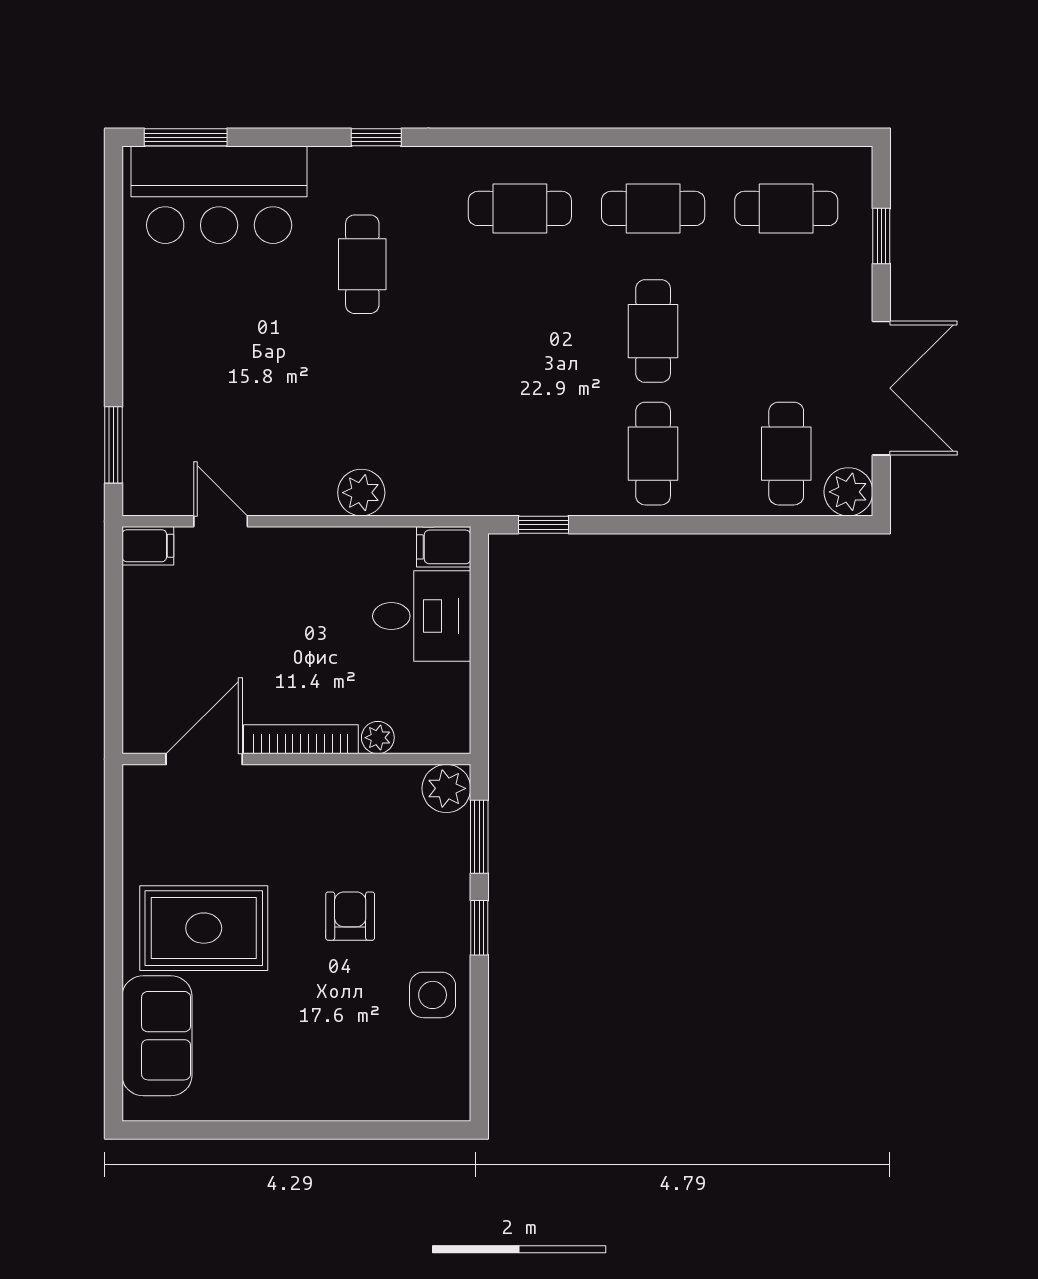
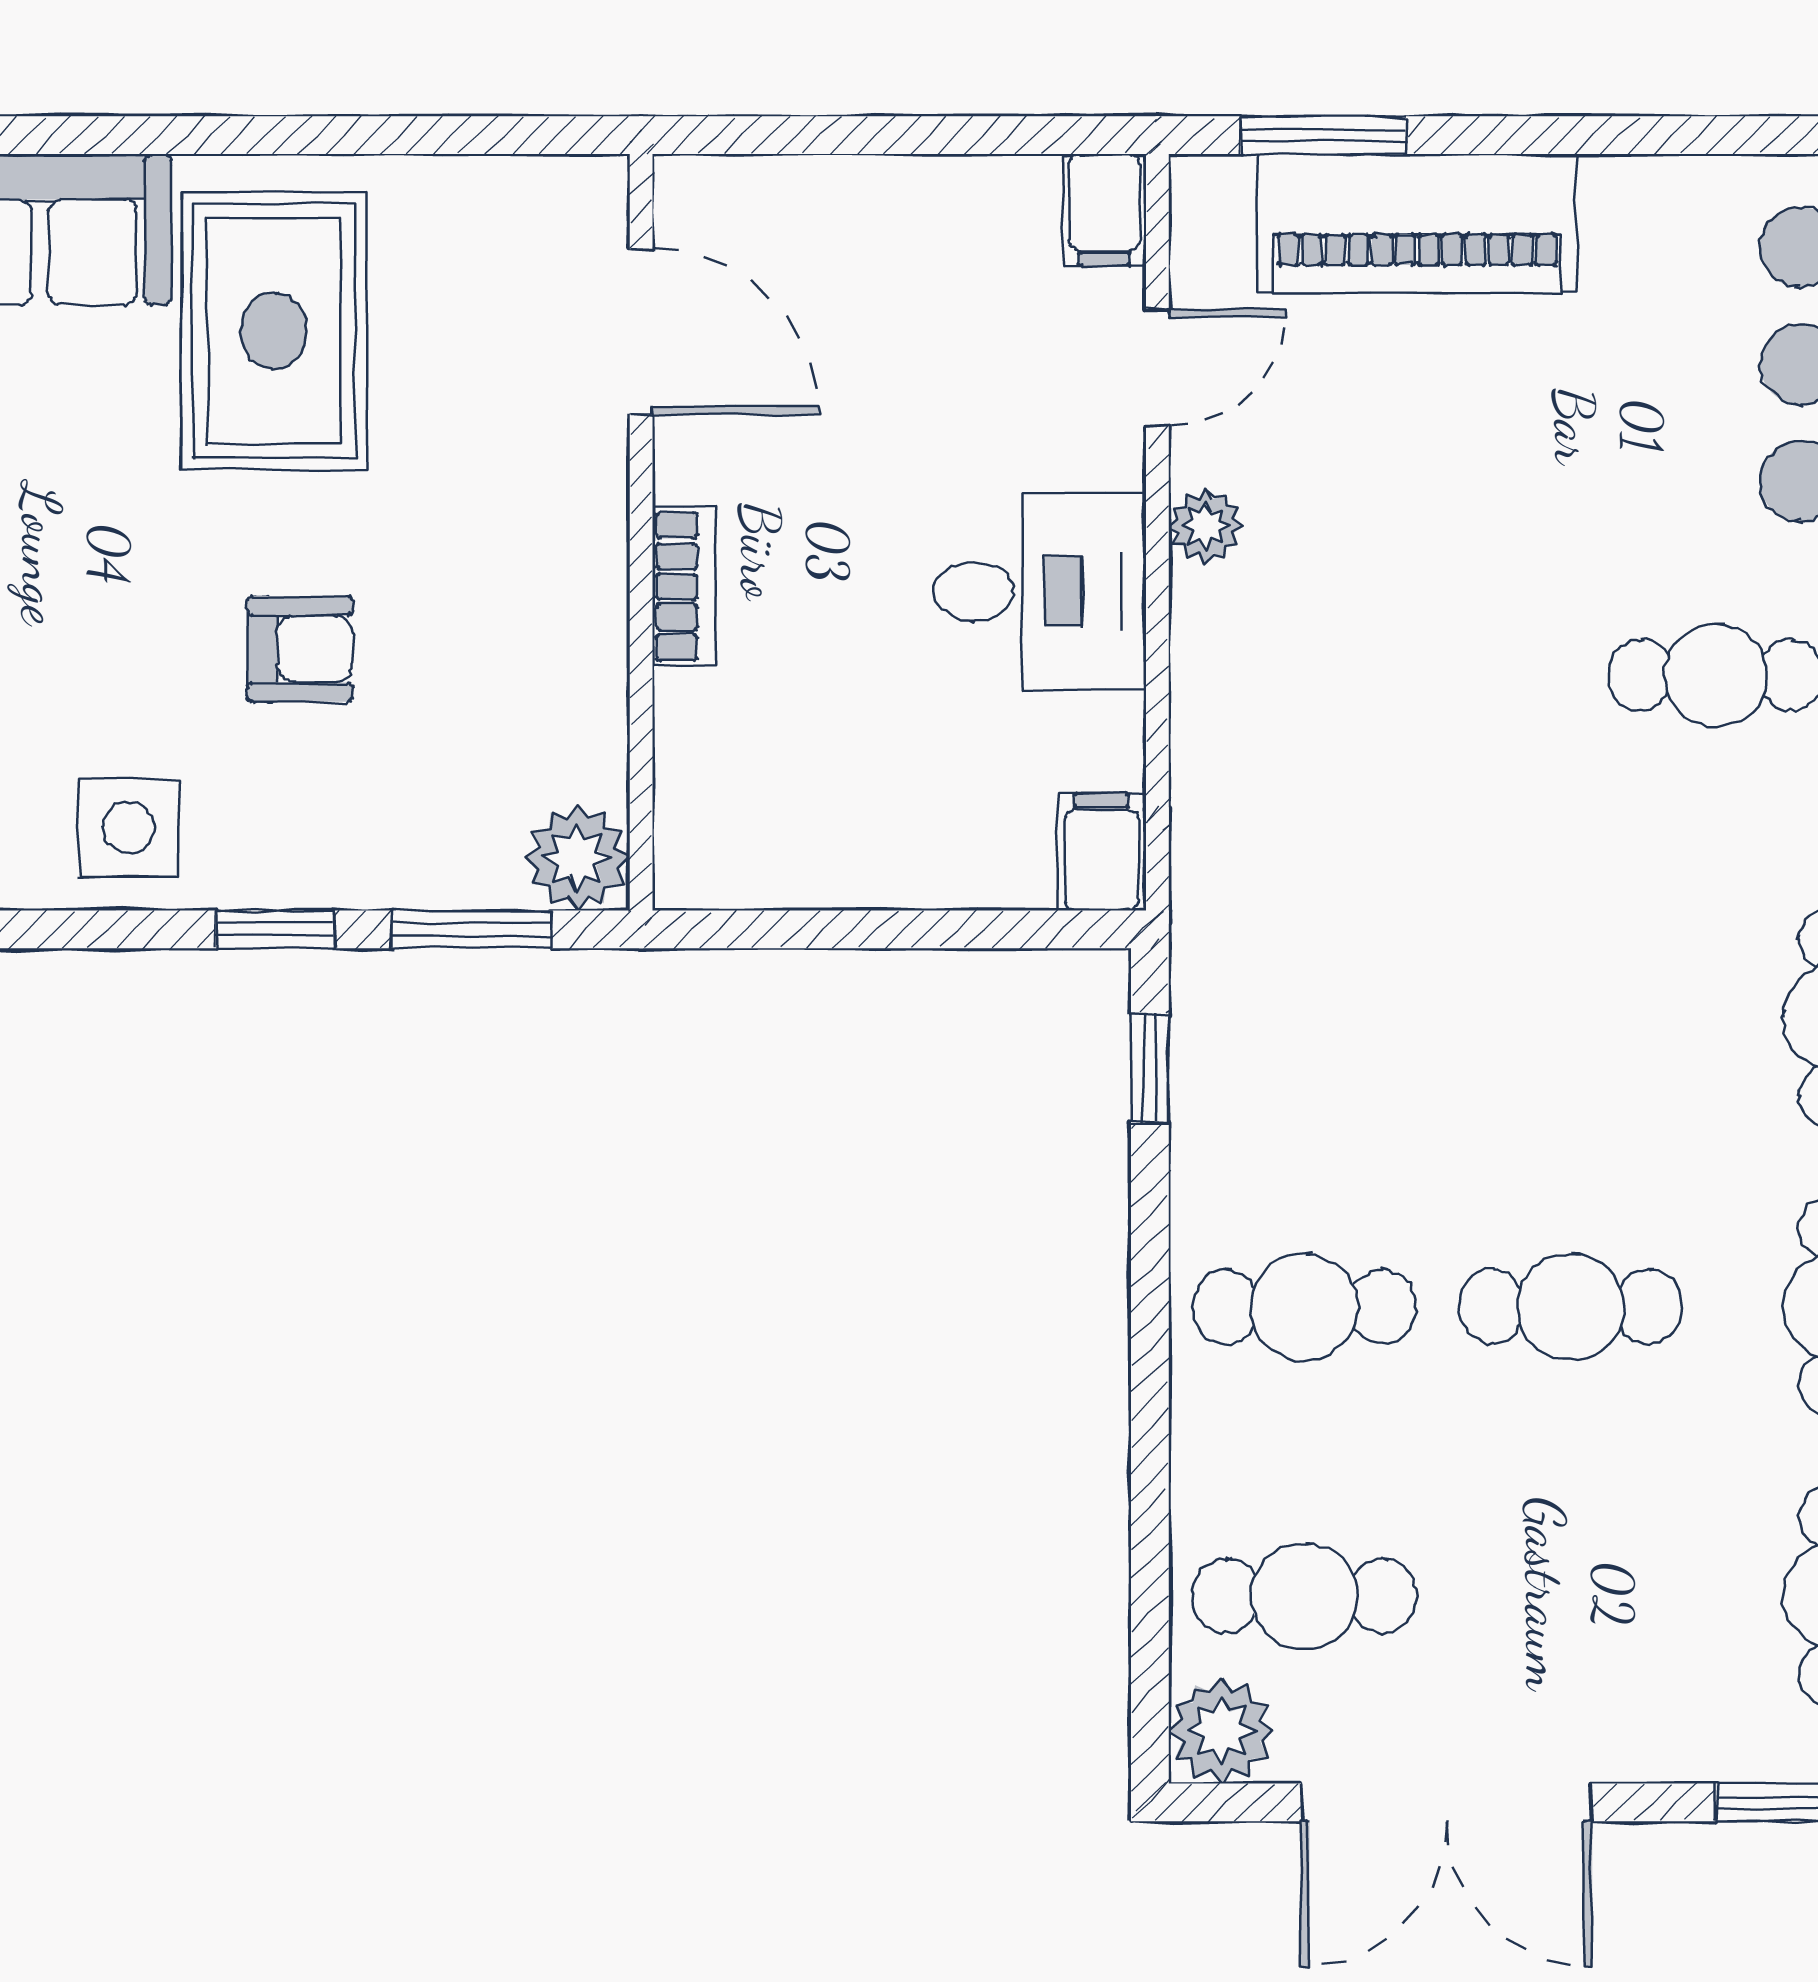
piano: (154, 402) -> (1417, 223), added
plant: (361, 493) -> (1206, 526), moved, width x0.73, depth x0.73
desk: (422, 616) -> (1040, 591), moved, turned -90
plant: (378, 738) -> (688, 709), removed
bookcase: (301, 739) -> (684, 587), width x0.64

